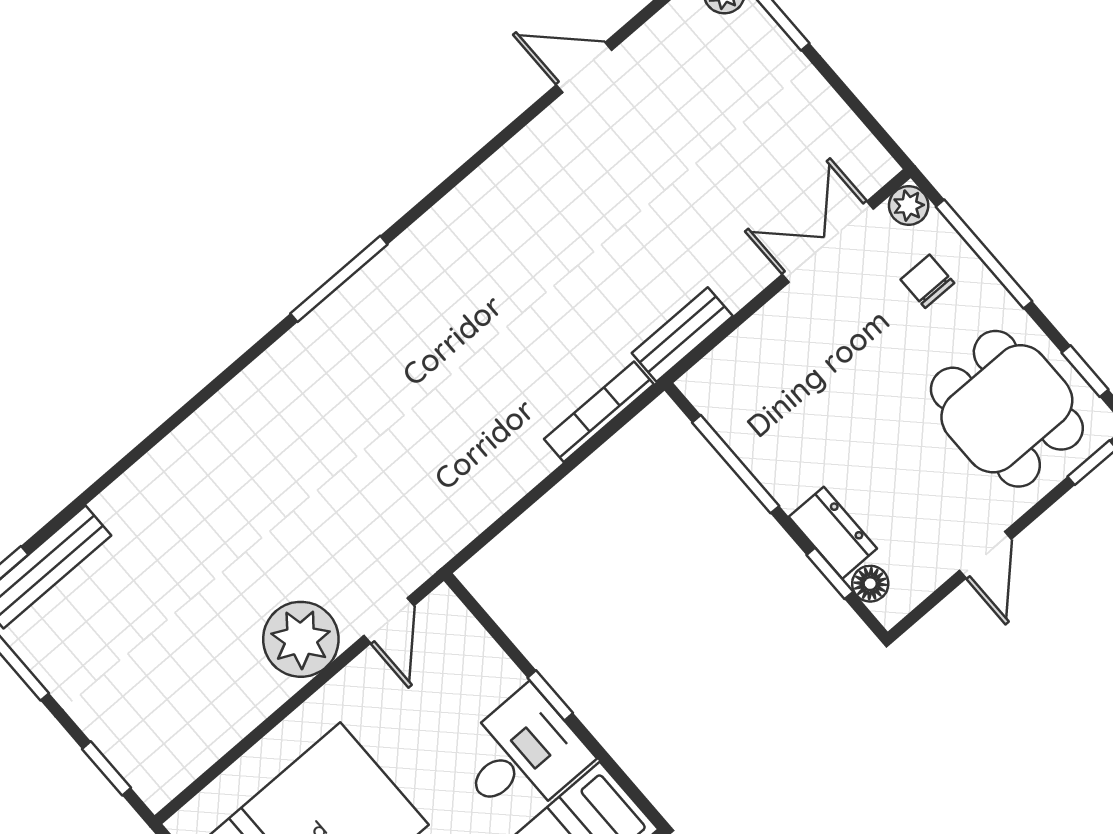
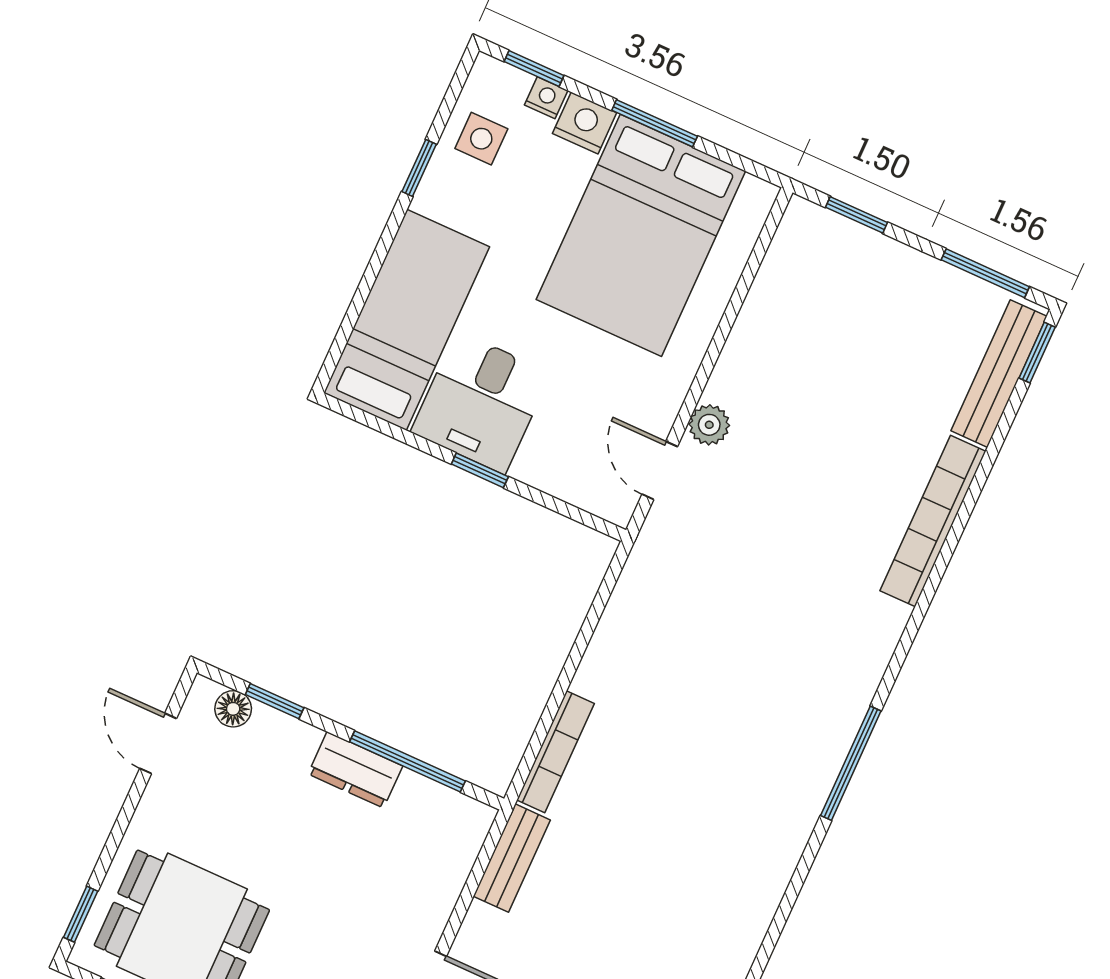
bookcase: (165, 462) -> (933, 521), added
dresser: (833, 533) -> (355, 770), moved
door: (985, 555) -> (158, 743), moved
plant: (301, 639) -> (709, 425), width x0.53, depth x0.53

